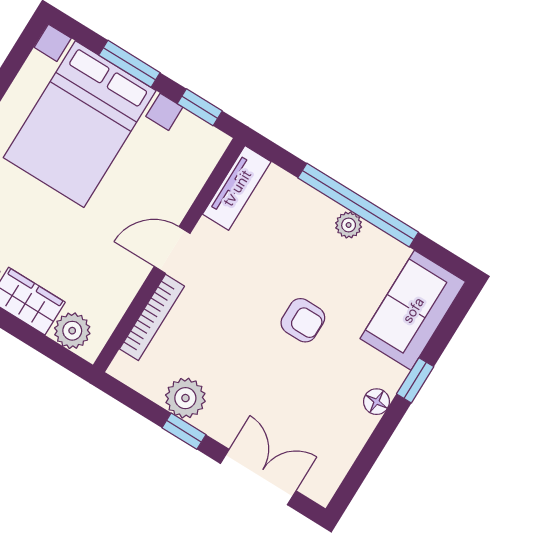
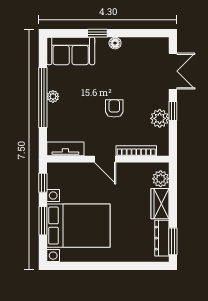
armchair: (303, 320) -> (114, 108), moved
double door: (258, 477) -> (173, 71), swing flipped

